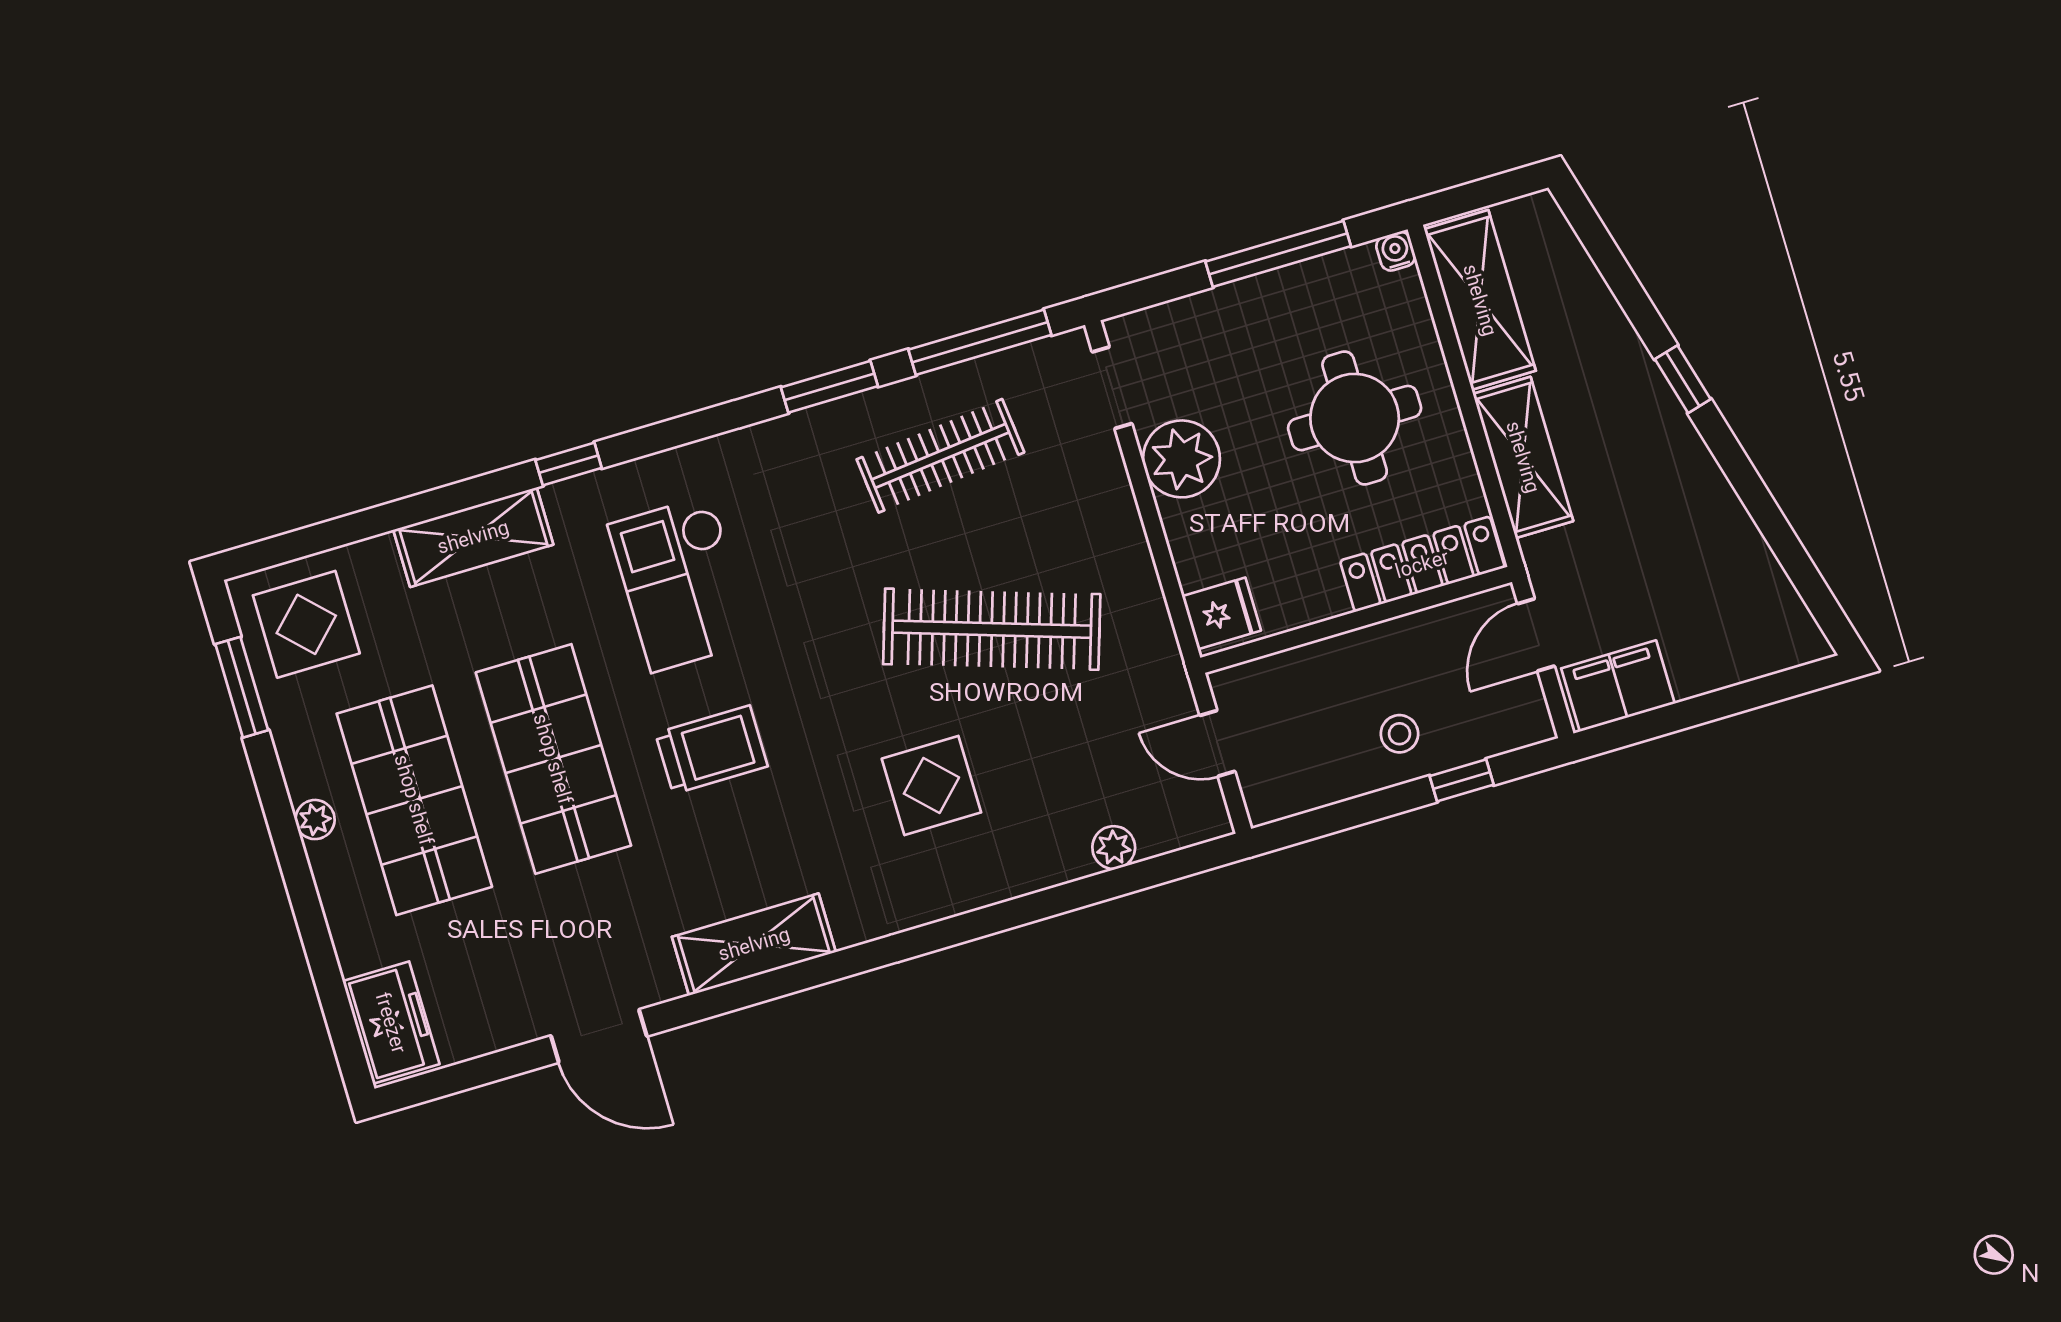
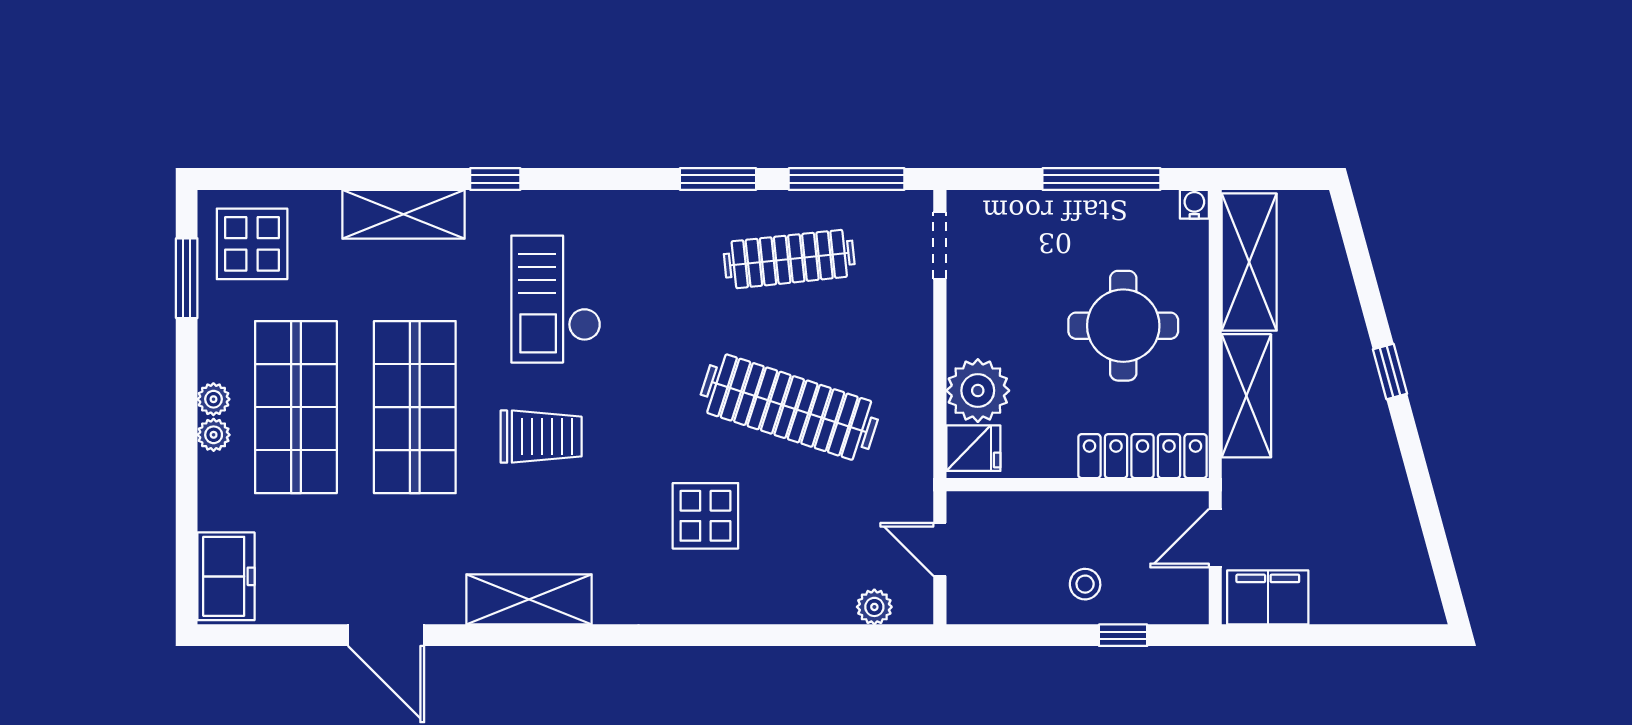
plant: (1181, 459) -> (978, 391), moved
plant: (1114, 848) -> (874, 607), moved
plant: (327, 861) -> (214, 435), added

